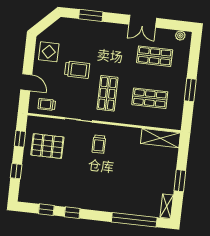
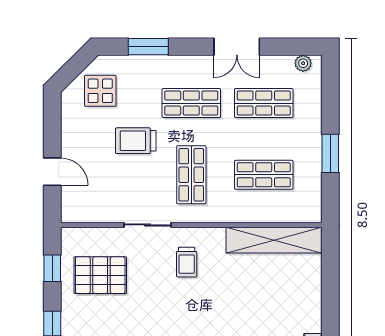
shop shelf: (112, 51) -> (191, 103), added
display table: (49, 52) -> (100, 91), moved
trolley: (77, 70) -> (136, 141), turned 180
trolley: (47, 104) -> (91, 205), removed
shelving: (160, 138) -> (274, 240), width x1.47
window: (180, 181) -> (330, 308), removed

